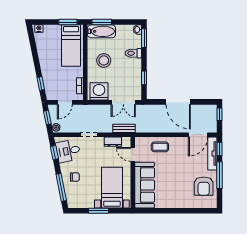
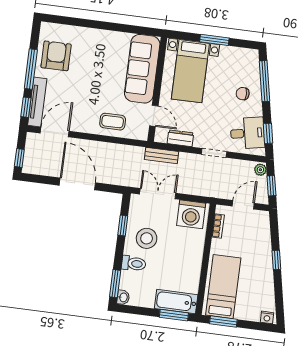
stool: (104, 60) -> (147, 238), moved
window: (41, 83) -> (276, 260), moved

